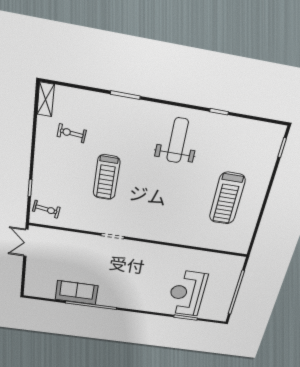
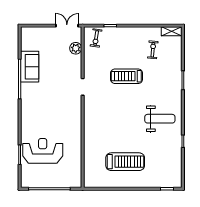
treadmill: (227, 198) -> (125, 162), turned 180
plant: (58, 237) -> (76, 48), added

